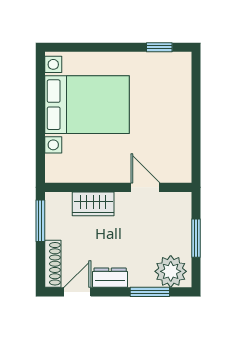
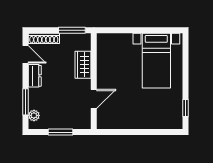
bed with nightstands: (87, 105) -> (156, 61), width x0.73
plant: (171, 271) -> (34, 115), width x0.53, depth x0.53

